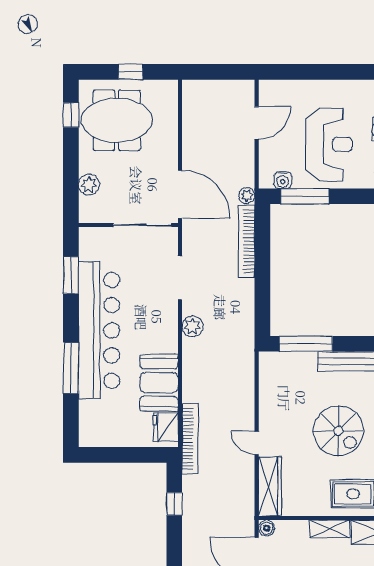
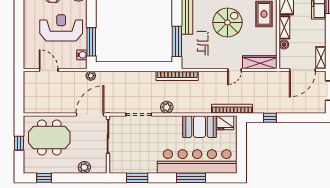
meeting table: (117, 120) -> (49, 138), moved, turned 90
bookcase: (247, 241) -> (177, 76), moved
bar counter: (99, 330) -> (197, 161), moved
boiler: (267, 528) -> (284, 45), moved

